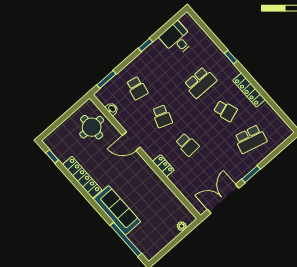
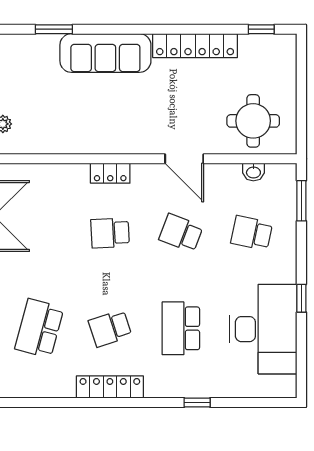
desk: (177, 39) -> (263, 329), width x1.87, depth x1.30
window: (231, 57) -> (197, 403), moved
door: (131, 141) -> (184, 159), swing flipped
window: (126, 239) -> (54, 29), width x0.47

